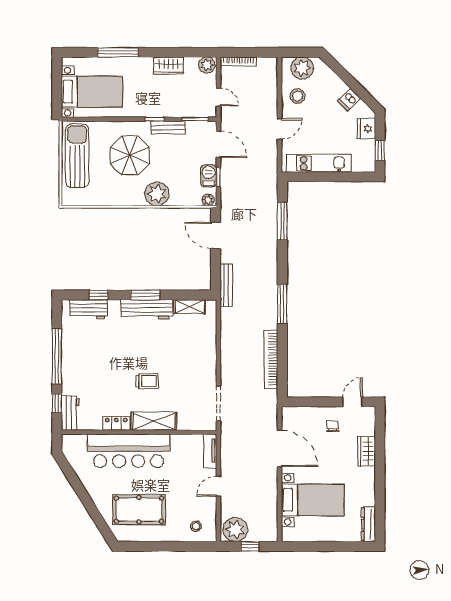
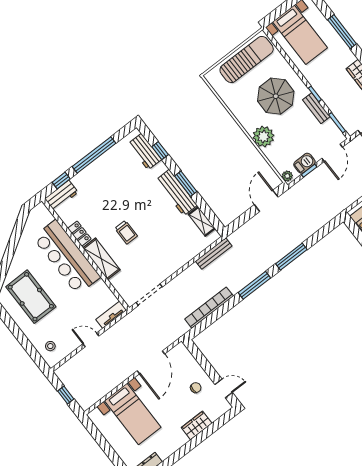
window: (282, 221) -> (291, 257), moved
bench: (226, 285) -> (214, 254), moved
plant: (235, 529) -> (70, 376), removed

